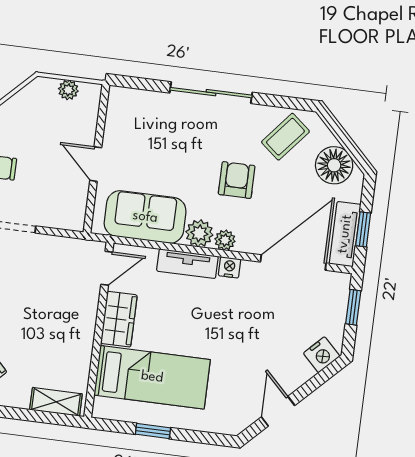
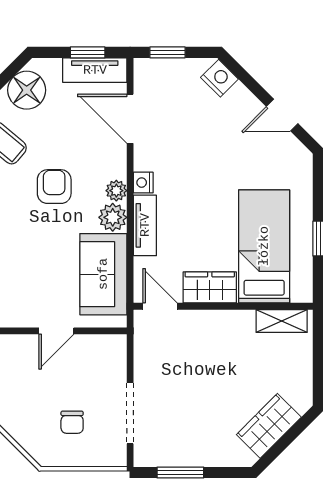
armchair: (237, 180) -> (54, 187), turned 90
door: (293, 263) -> (130, 119), width x0.73
shelving: (56, 402) -> (282, 321), moved, turned 90

